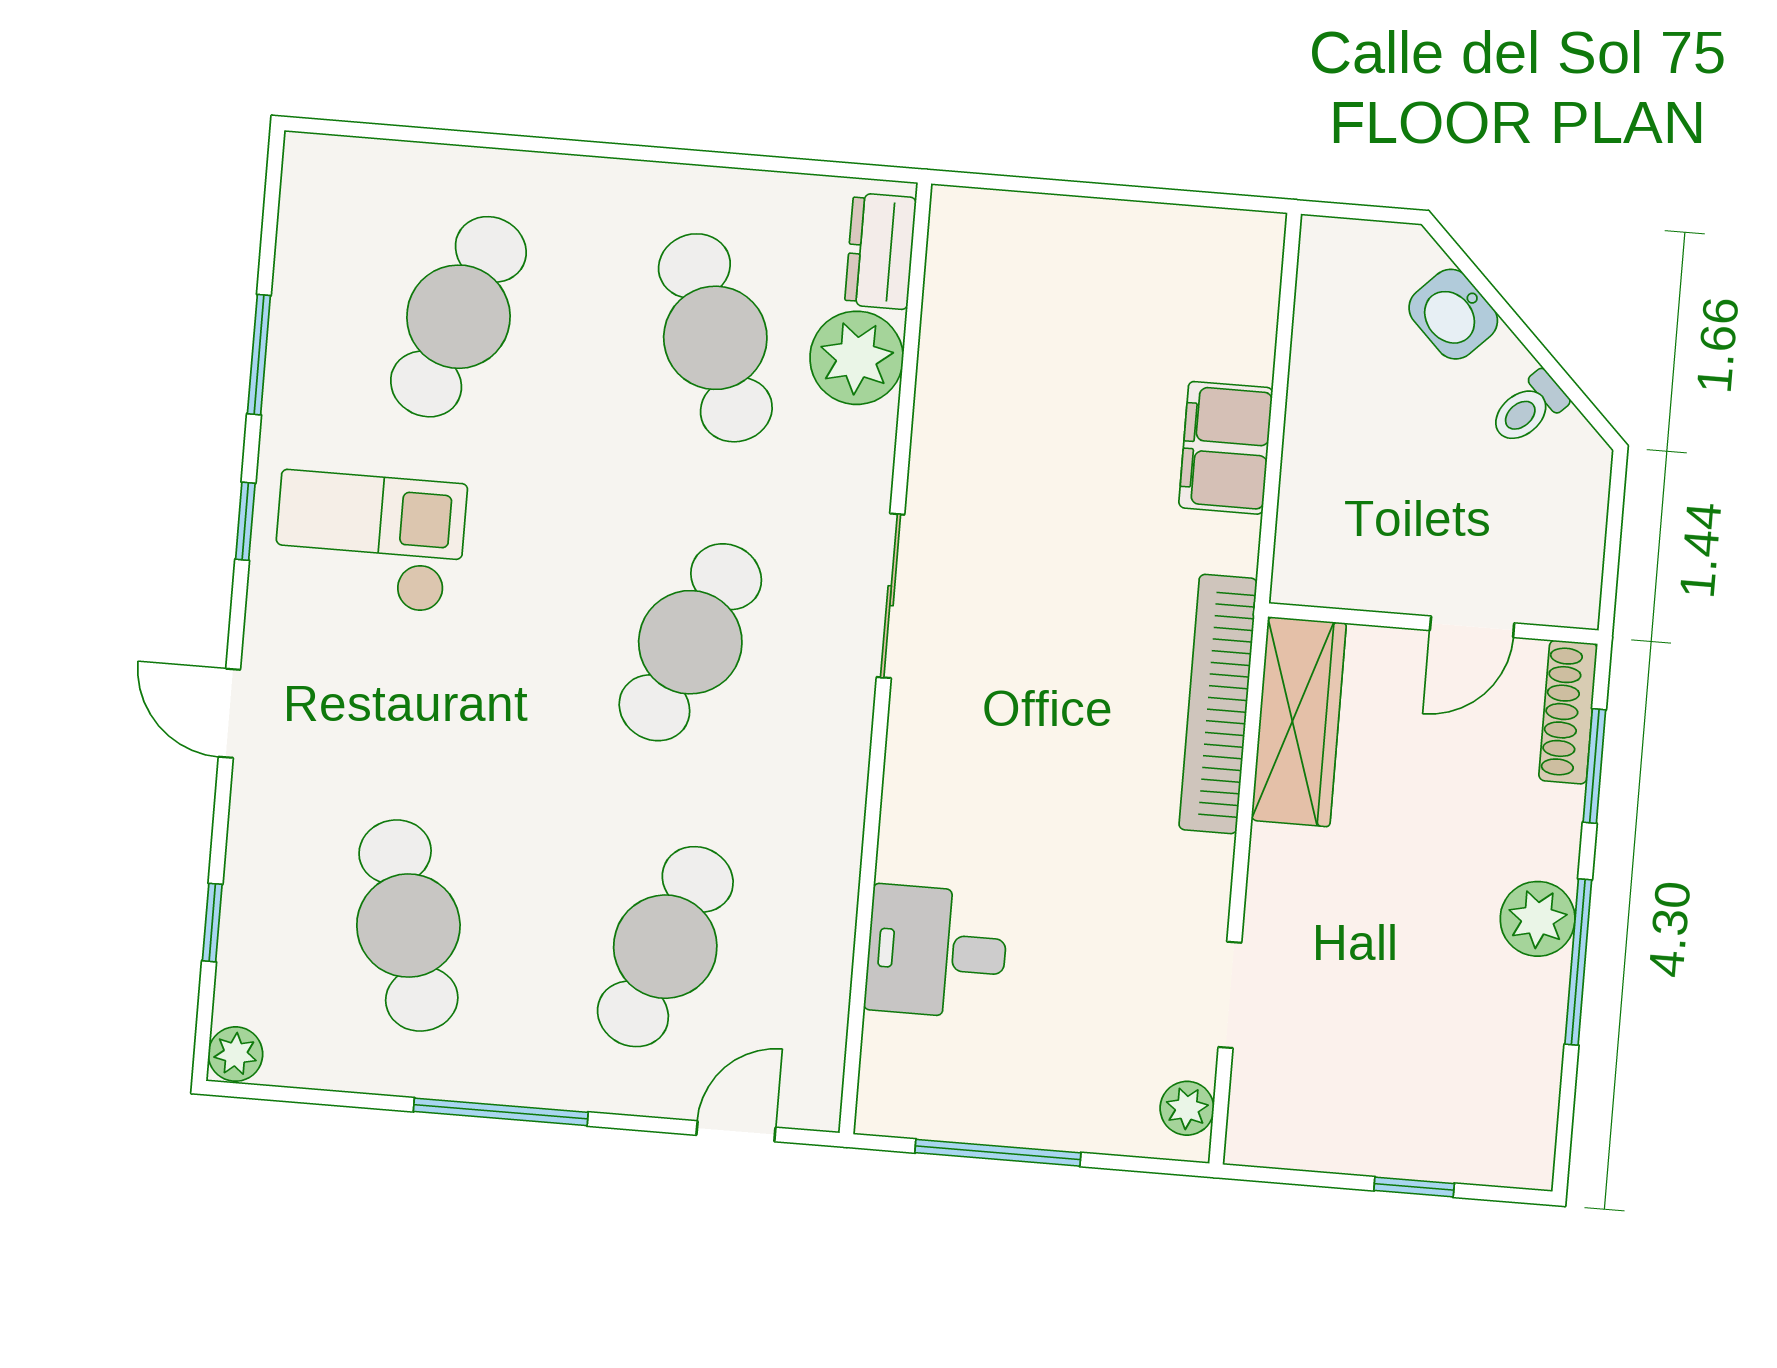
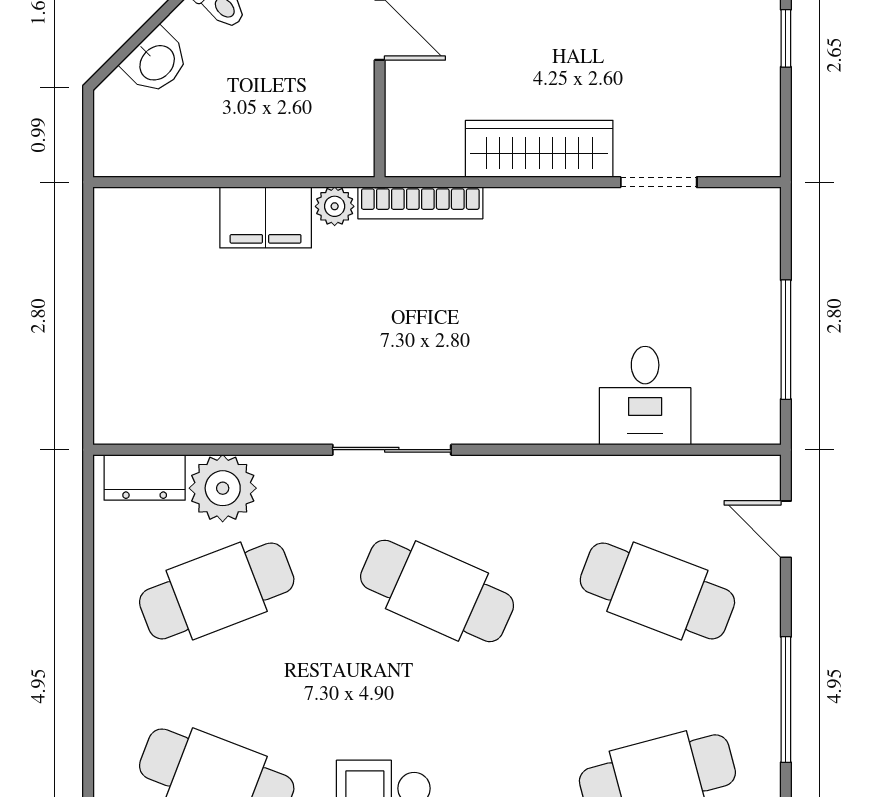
bookcase: (1218, 704) -> (420, 203), width x0.68, depth x0.76
wardrobe: (1299, 722) -> (539, 149), moved
plant: (1187, 1108) -> (335, 206), moved

